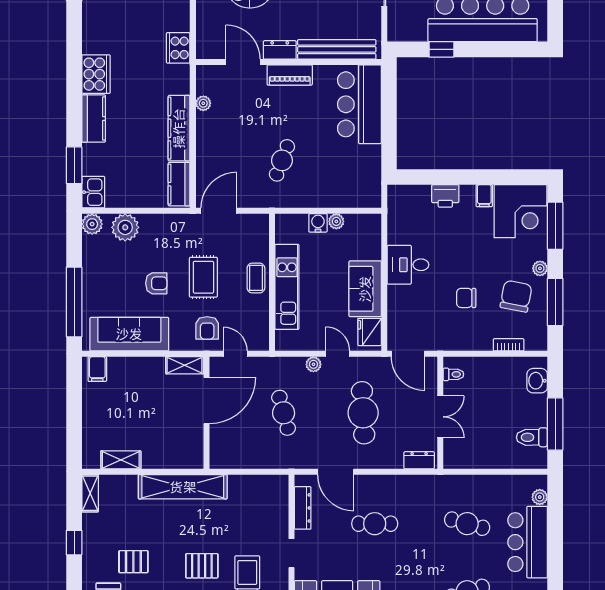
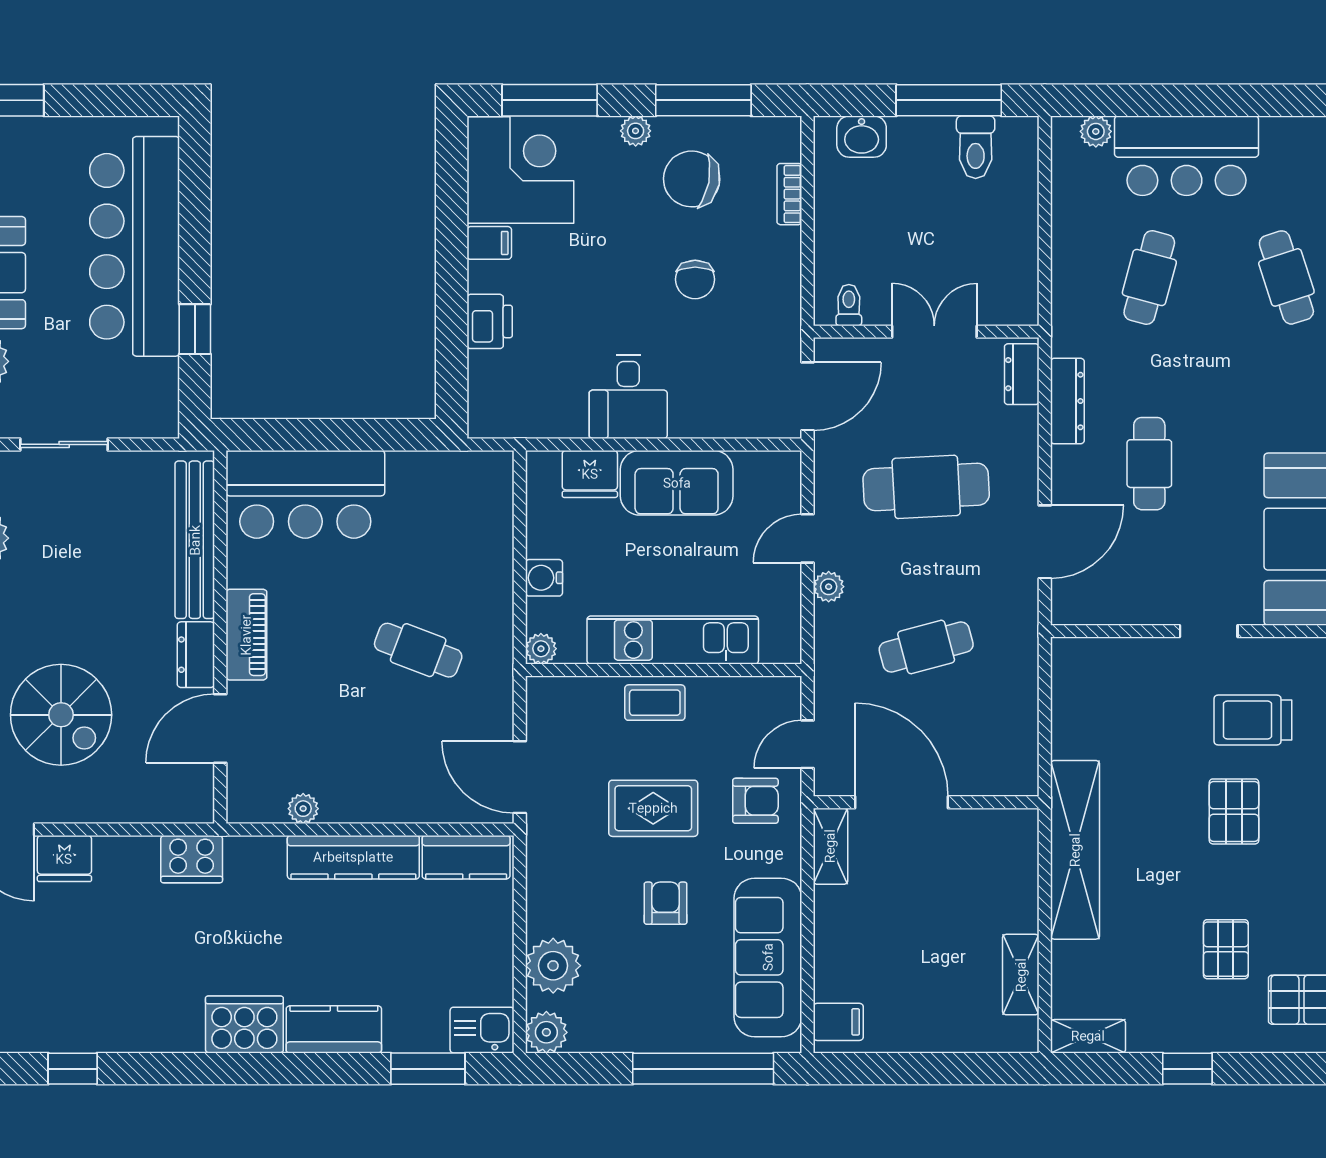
plant: (336, 221) -> (541, 649), moved
fridge: (370, 332) -> (590, 474), moved
dresser: (303, 508) -> (1067, 401), moved, turned 90

